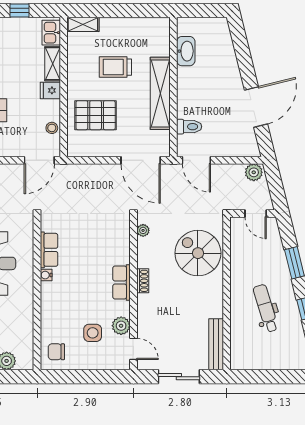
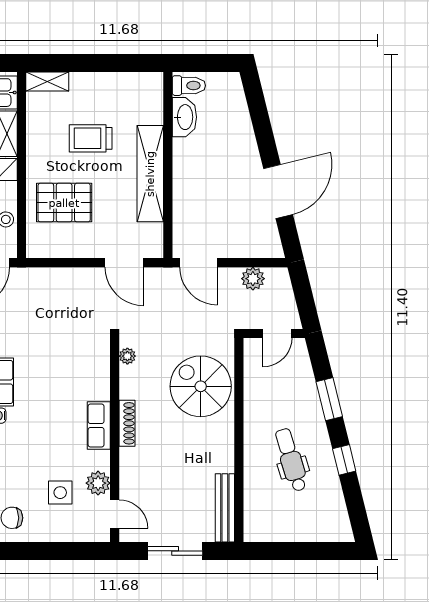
toilet: (189, 127) -> (189, 86), moved
door: (141, 160) -> (124, 263), width x0.73
plant: (254, 172) -> (253, 279), moved
door: (256, 214) -> (277, 334), hinge flipped
shoe rack: (143, 281) -> (127, 423), width x1.43

